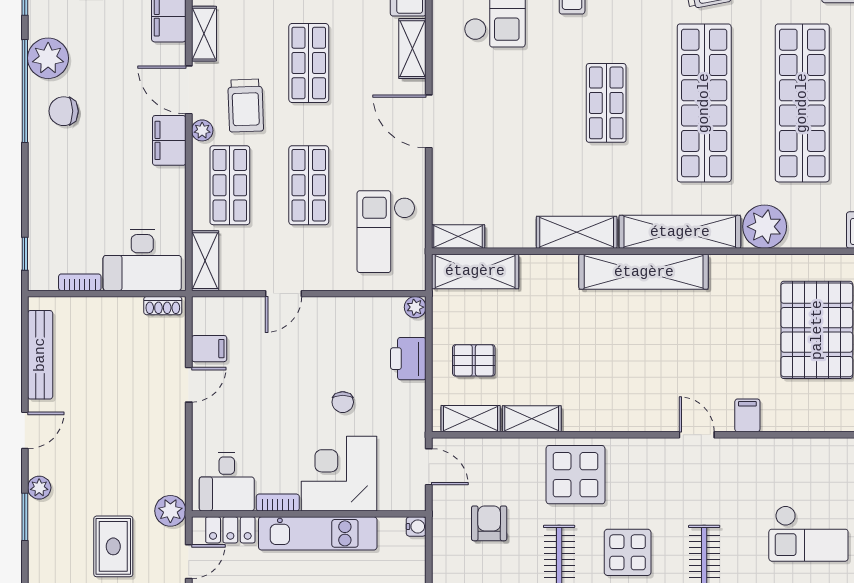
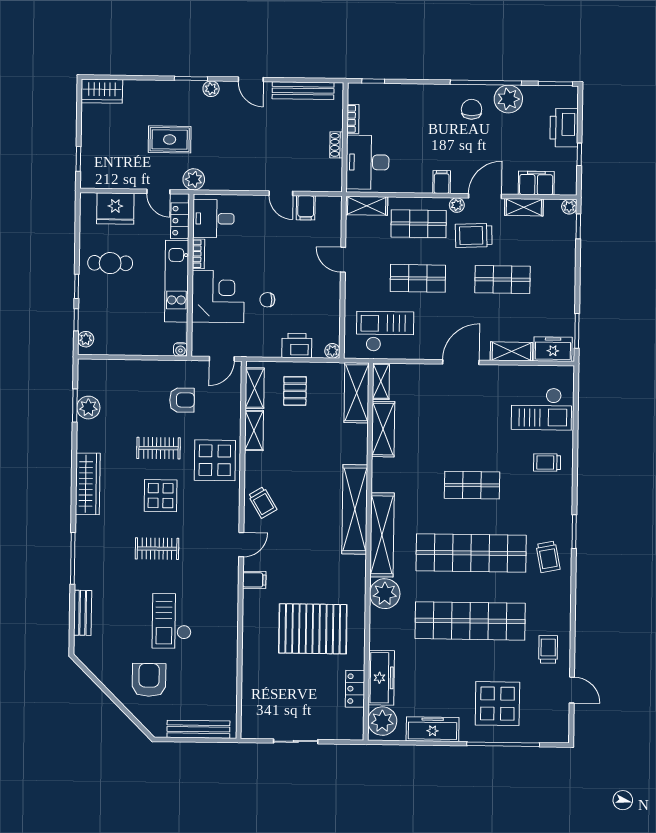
filing cabinet: (169, 140) -> (442, 182), width x0.50
shelving: (577, 232) -> (383, 429), moved
shoe rack: (163, 306) -> (336, 145), moved
trolley: (635, 405) -> (263, 502), added

